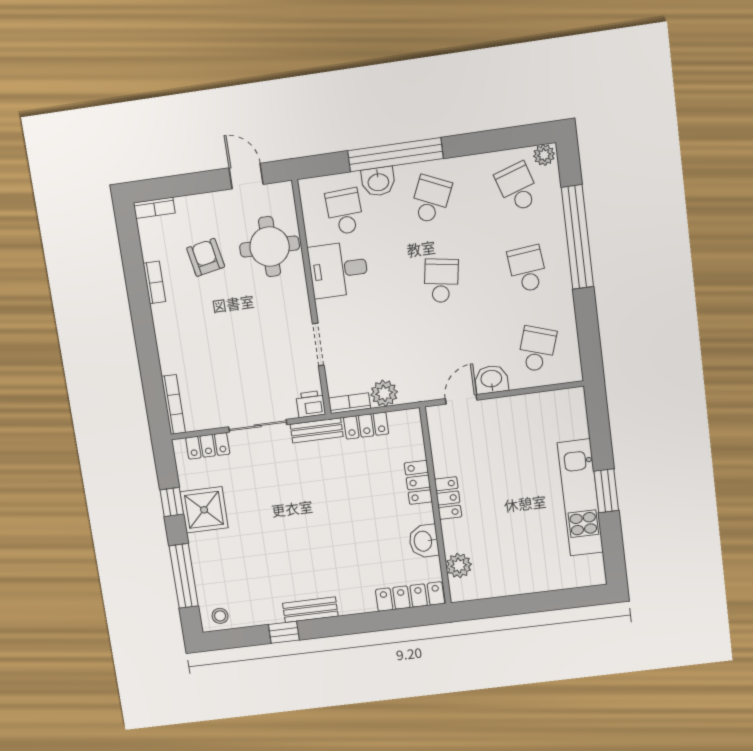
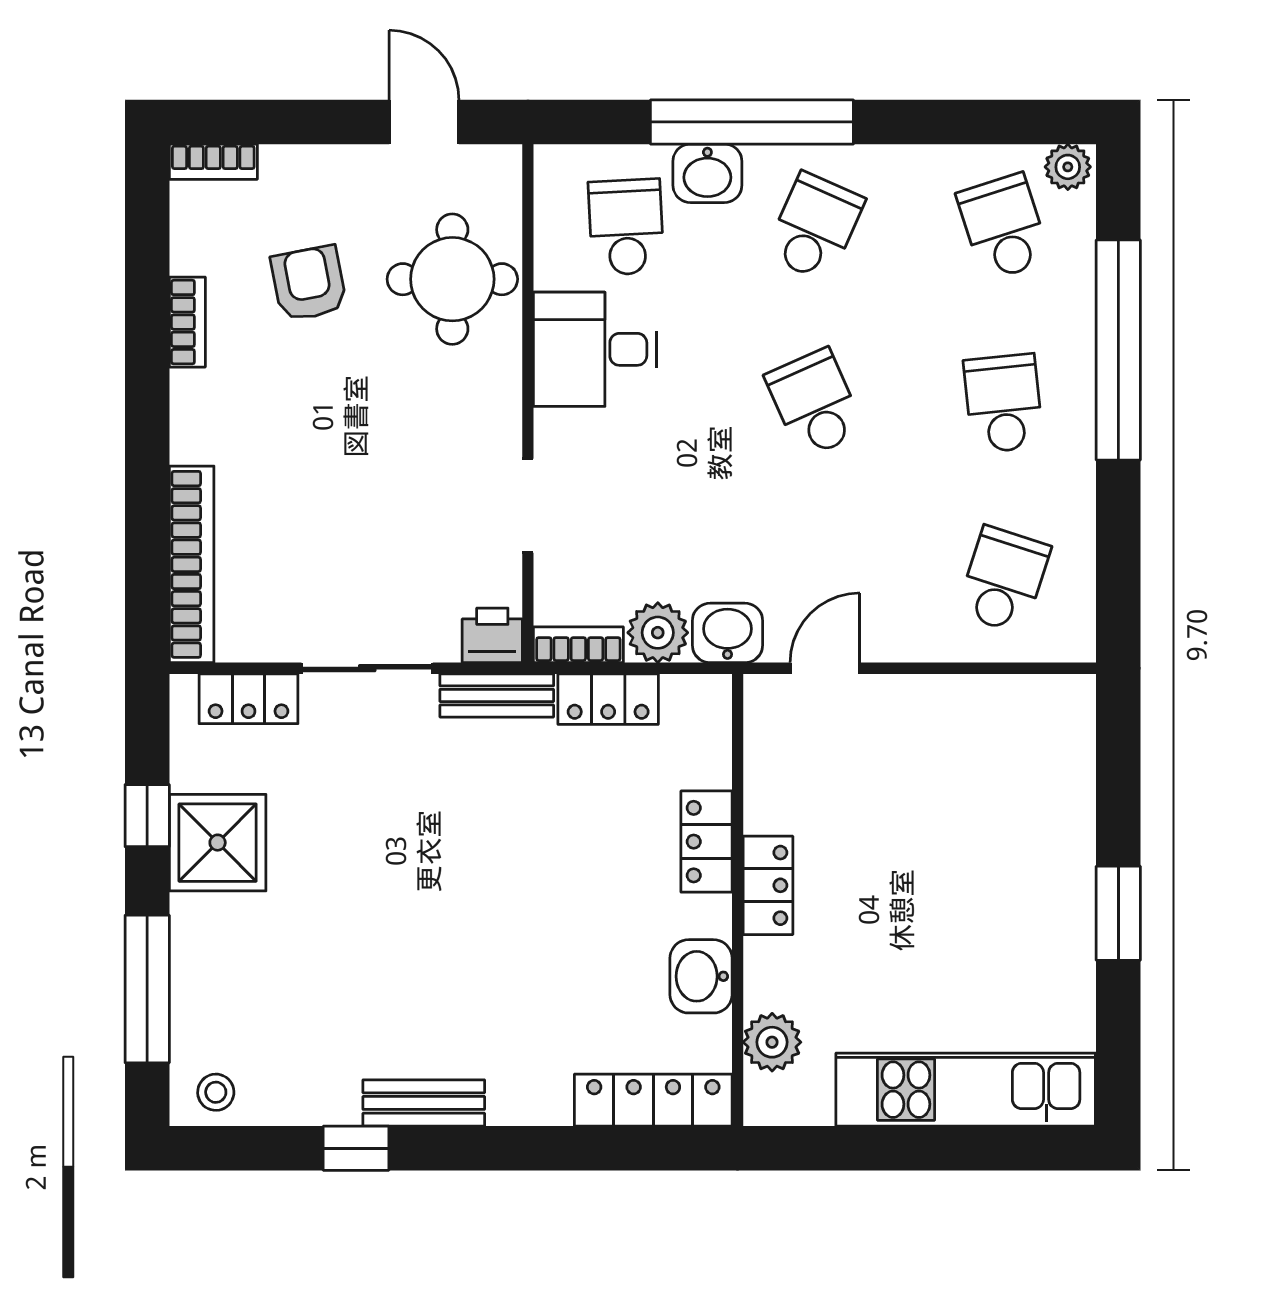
school desk: (441, 281) -> (815, 403), turned -33
washbasin: (491, 379) -> (727, 633), moved
bookcase: (173, 405) -> (192, 564), width x1.48, depth x1.31
kitchen unit: (580, 498) -> (966, 1090), moved, turned 90

